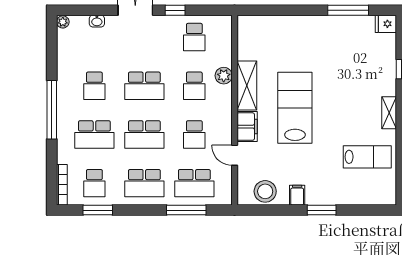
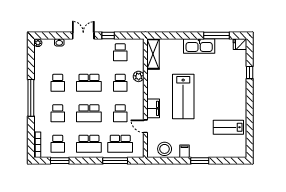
kitchen sink: (320, 27) -> (199, 46), added
shelving: (247, 86) -> (153, 54), moved
lab bench: (295, 108) -> (183, 97), turned 180
shelving: (389, 113) -> (242, 100), removed
school desk: (94, 134) -> (58, 113), width x0.54
lab bench: (367, 157) -> (228, 127), turned 180

